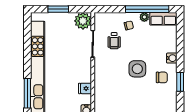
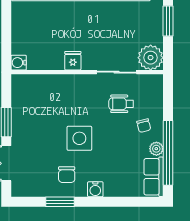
fridge: (85, 88) -> (73, 61), moved

